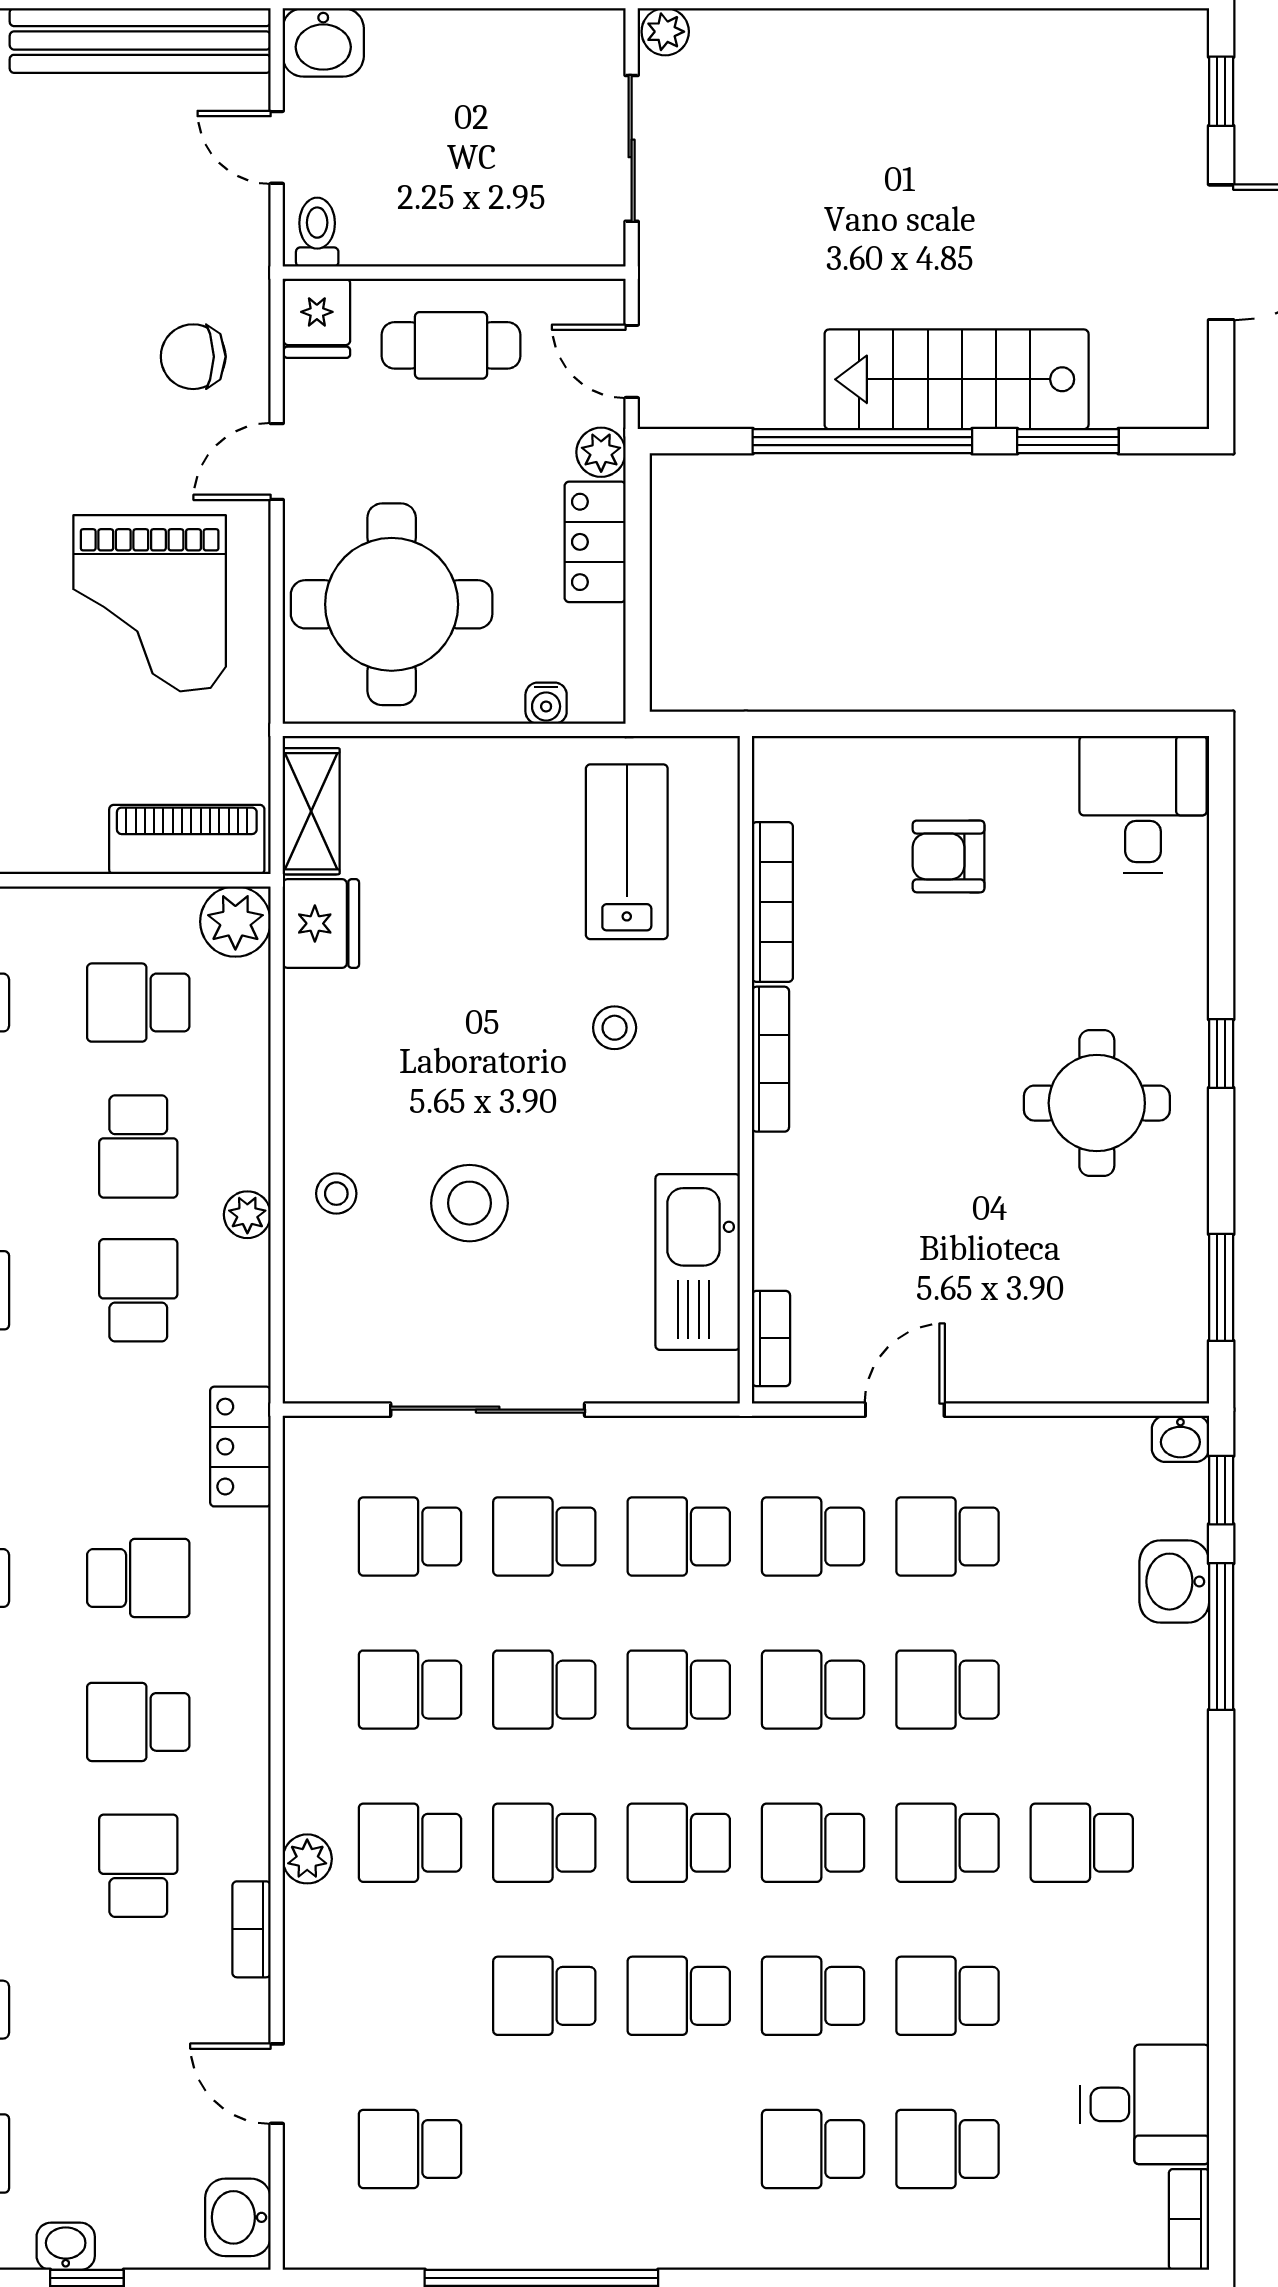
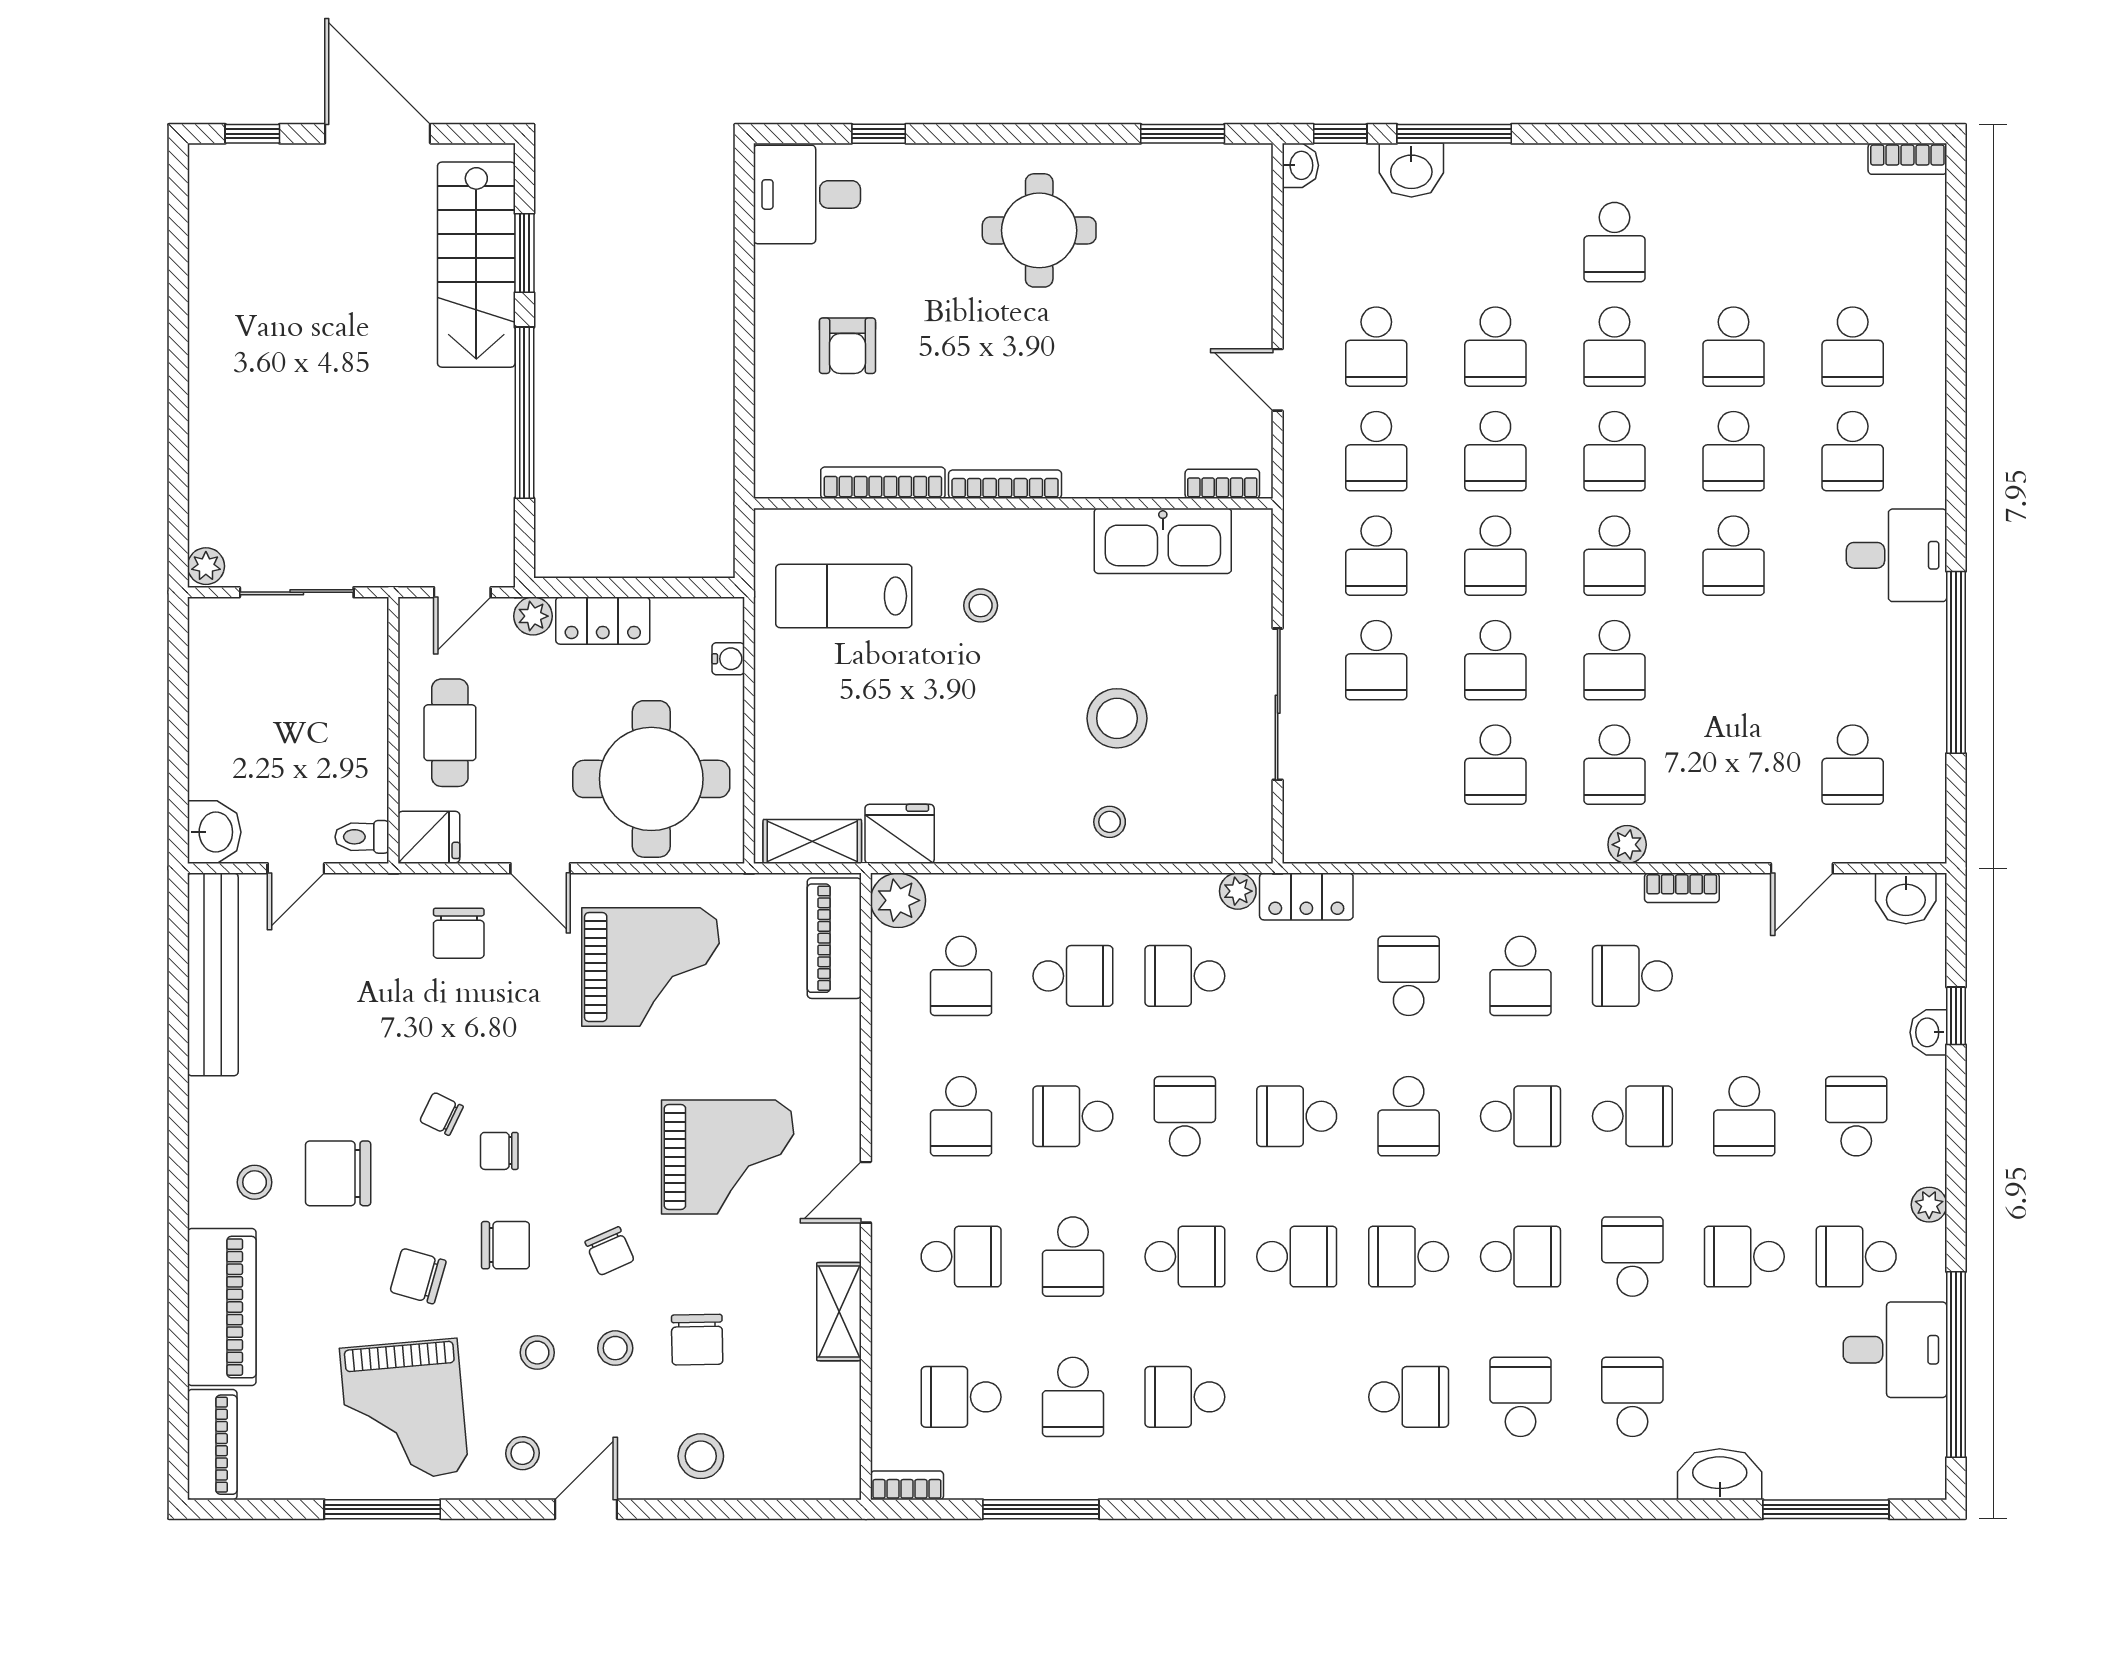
stairs: (957, 379) -> (476, 265), moved
window: (1221, 1054) -> (879, 134), moved
plant: (247, 1215) -> (1238, 891), moved
school desk: (410, 1536) -> (1376, 765), removed
school desk: (544, 1996) -> (1734, 660), removed
desk: (1145, 2104) -> (1897, 555), moved, turned 90

